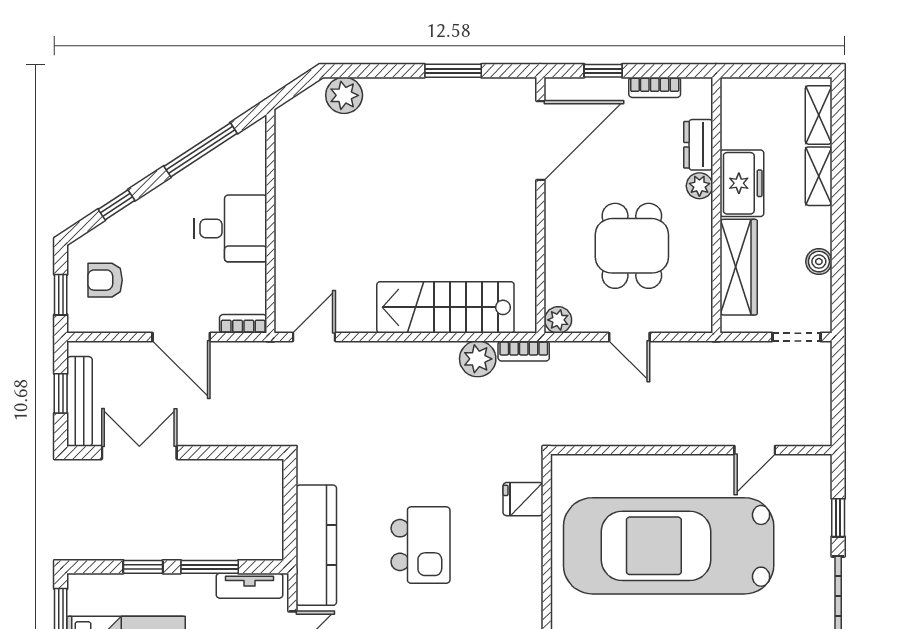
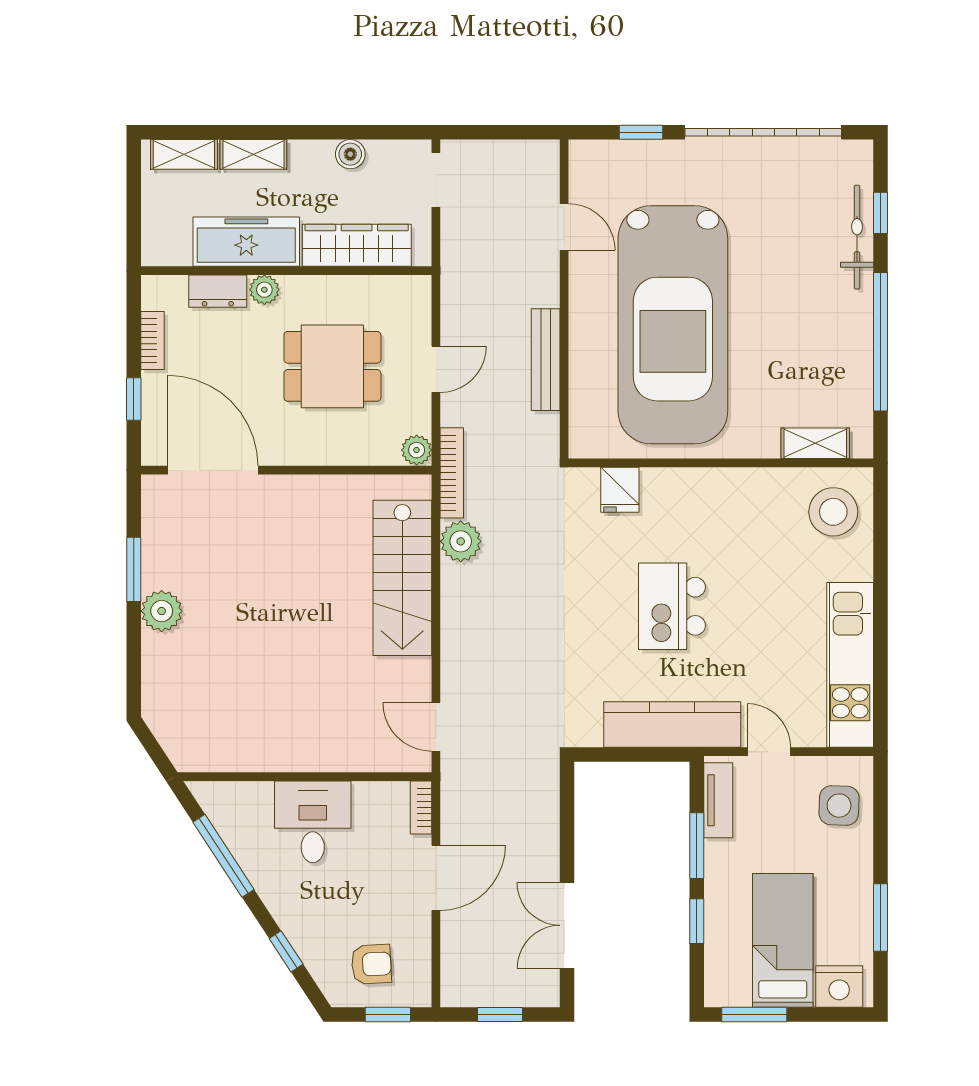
plant: (344, 95) -> (162, 611), moved
freezer: (742, 183) -> (246, 242), width x1.40
armchair: (105, 280) -> (371, 964), turned -93
bookcase: (524, 351) -> (452, 473), width x1.56
bench: (80, 401) -> (546, 360), moved, turned 90
kitchen island: (420, 545) -> (672, 606), turned -90

